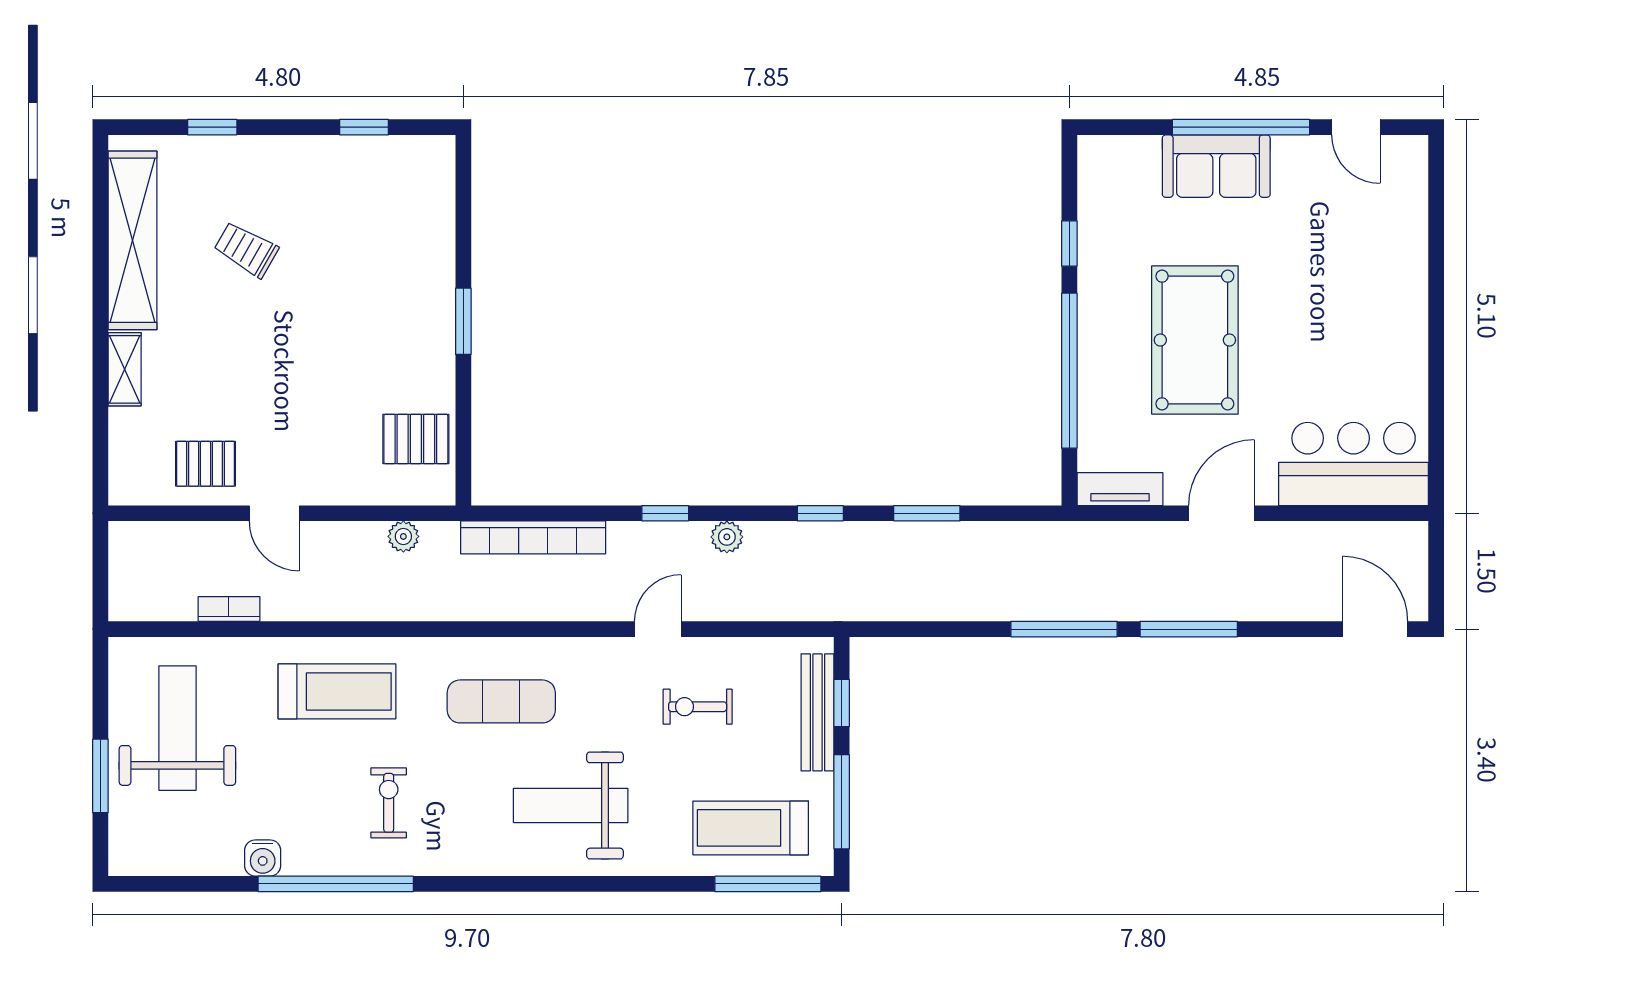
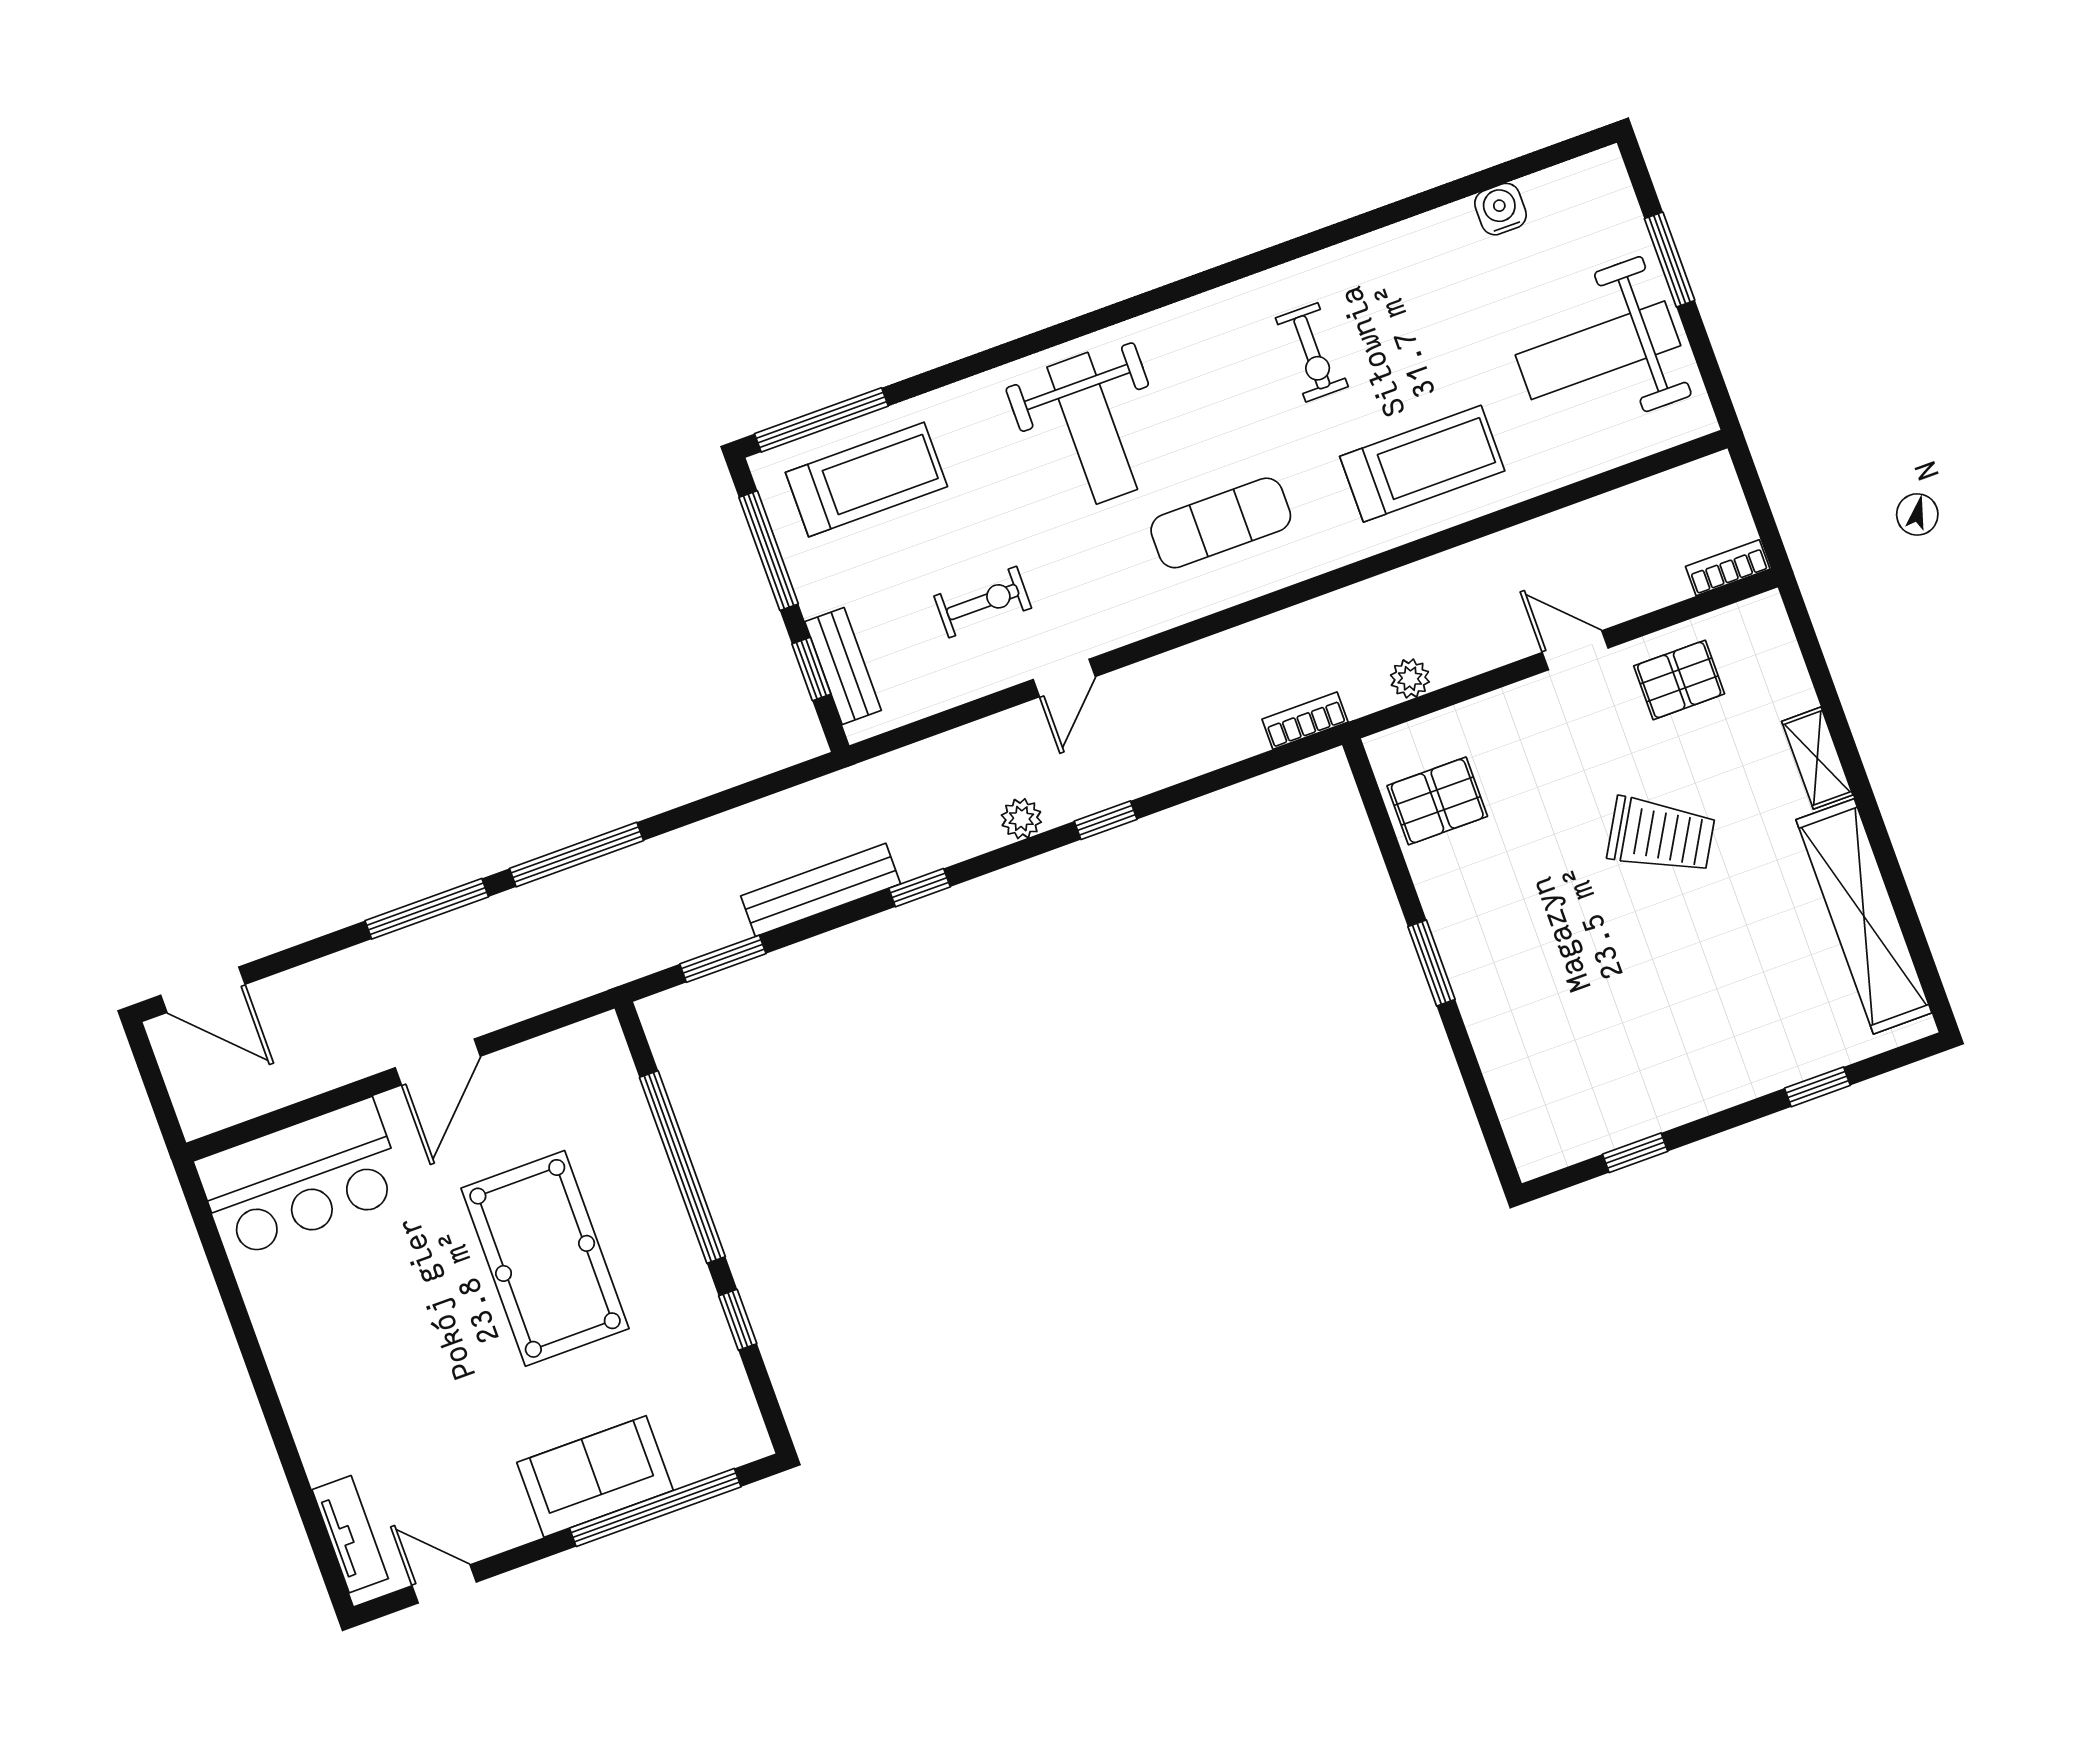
window: (1241, 127) -> (655, 1507), moved
trolley: (246, 250) -> (1661, 835), moved, width x1.36, depth x1.39
tv unit: (1120, 489) -> (350, 1534), moved, turned -90
window: (927, 513) -> (723, 959), moved
bookcase: (533, 537) -> (1305, 721), width x0.43, depth x0.76
bench: (894, 538) -> (821, 890), added
bookcase: (229, 609) -> (1728, 568), moved, turned 180
treadmill: (337, 691) -> (1422, 464), turned 180
bench: (817, 712) -> (843, 666), width x0.73
weight bench: (177, 728) -> (1598, 350), turned 90
weight bench: (571, 805) -> (1092, 428), turned 90
water cooler: (263, 858) -> (1501, 209), moved
window: (336, 884) -> (1340, 232), removed

